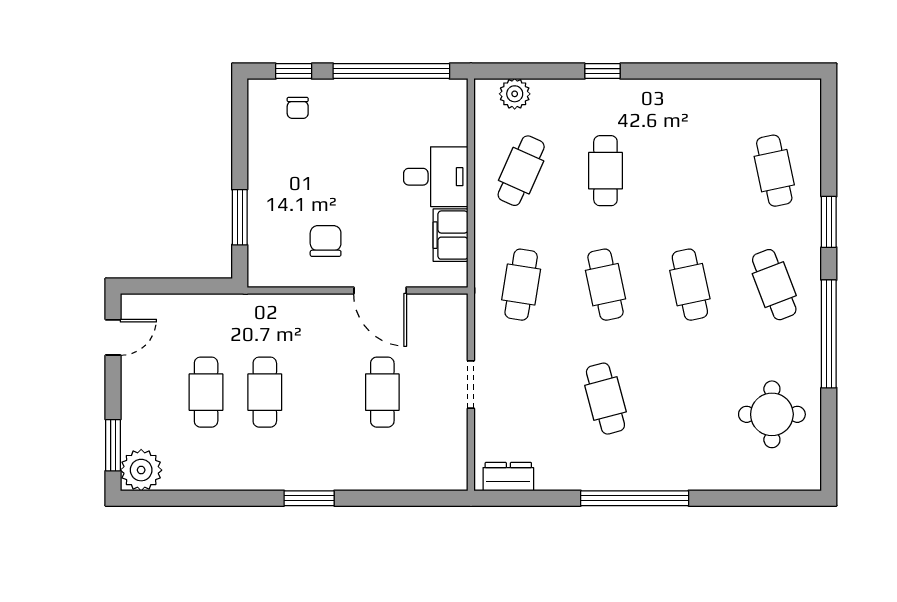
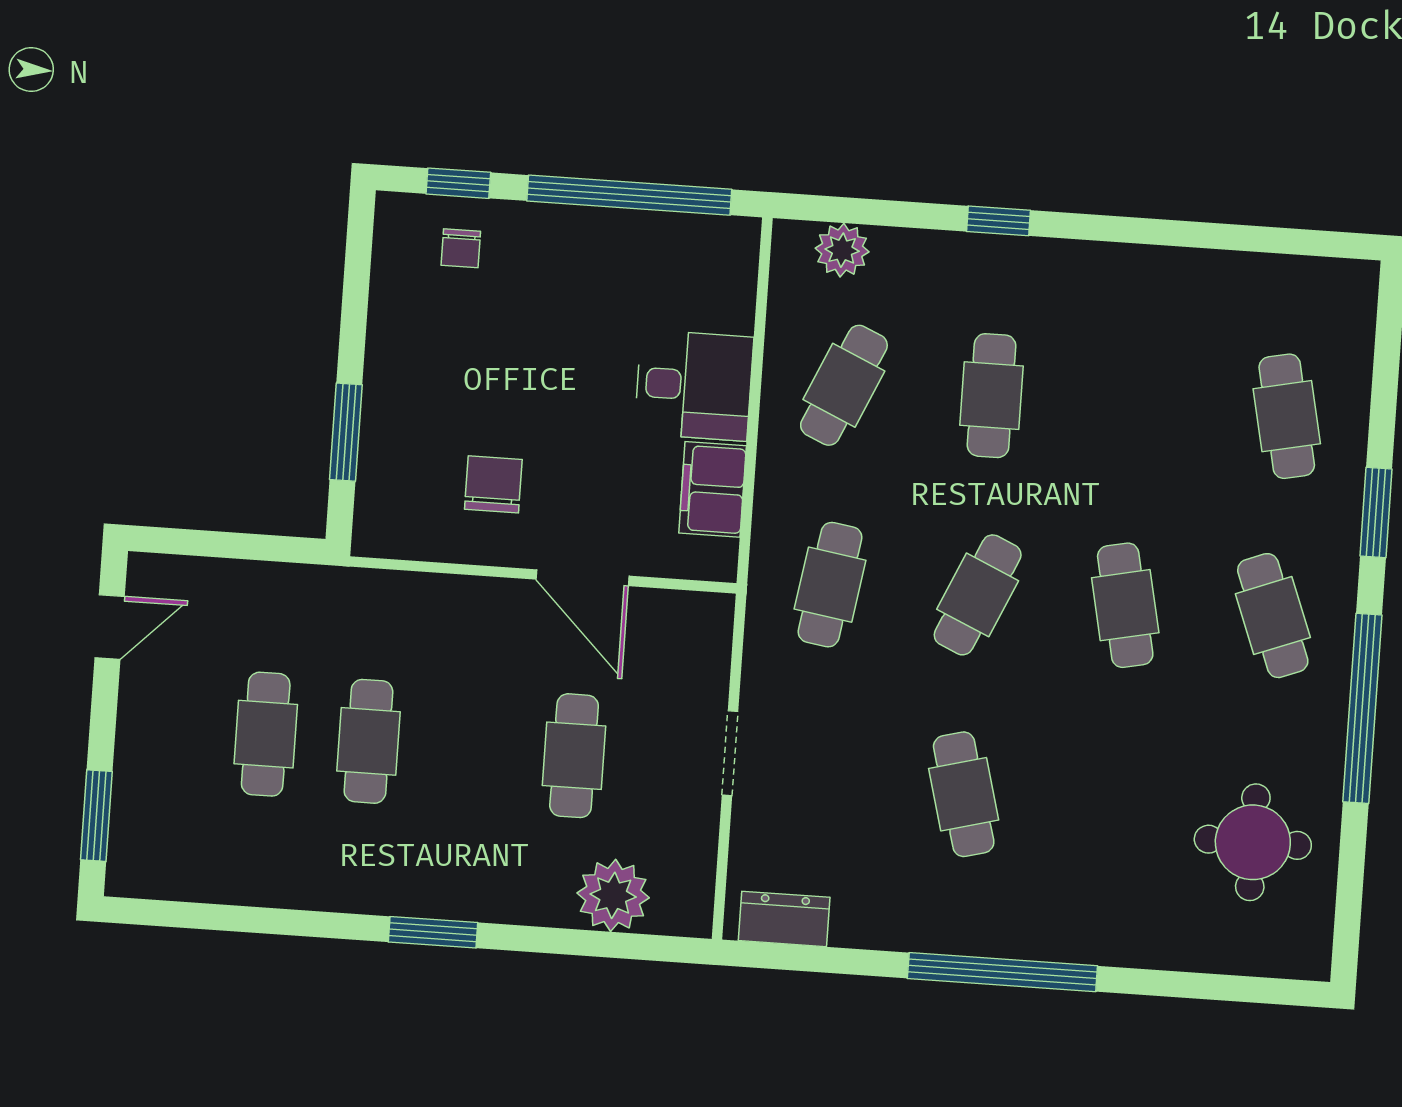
cafe table: (605, 285) -> (978, 595), turned 36
plant: (141, 470) -> (613, 895), moved

